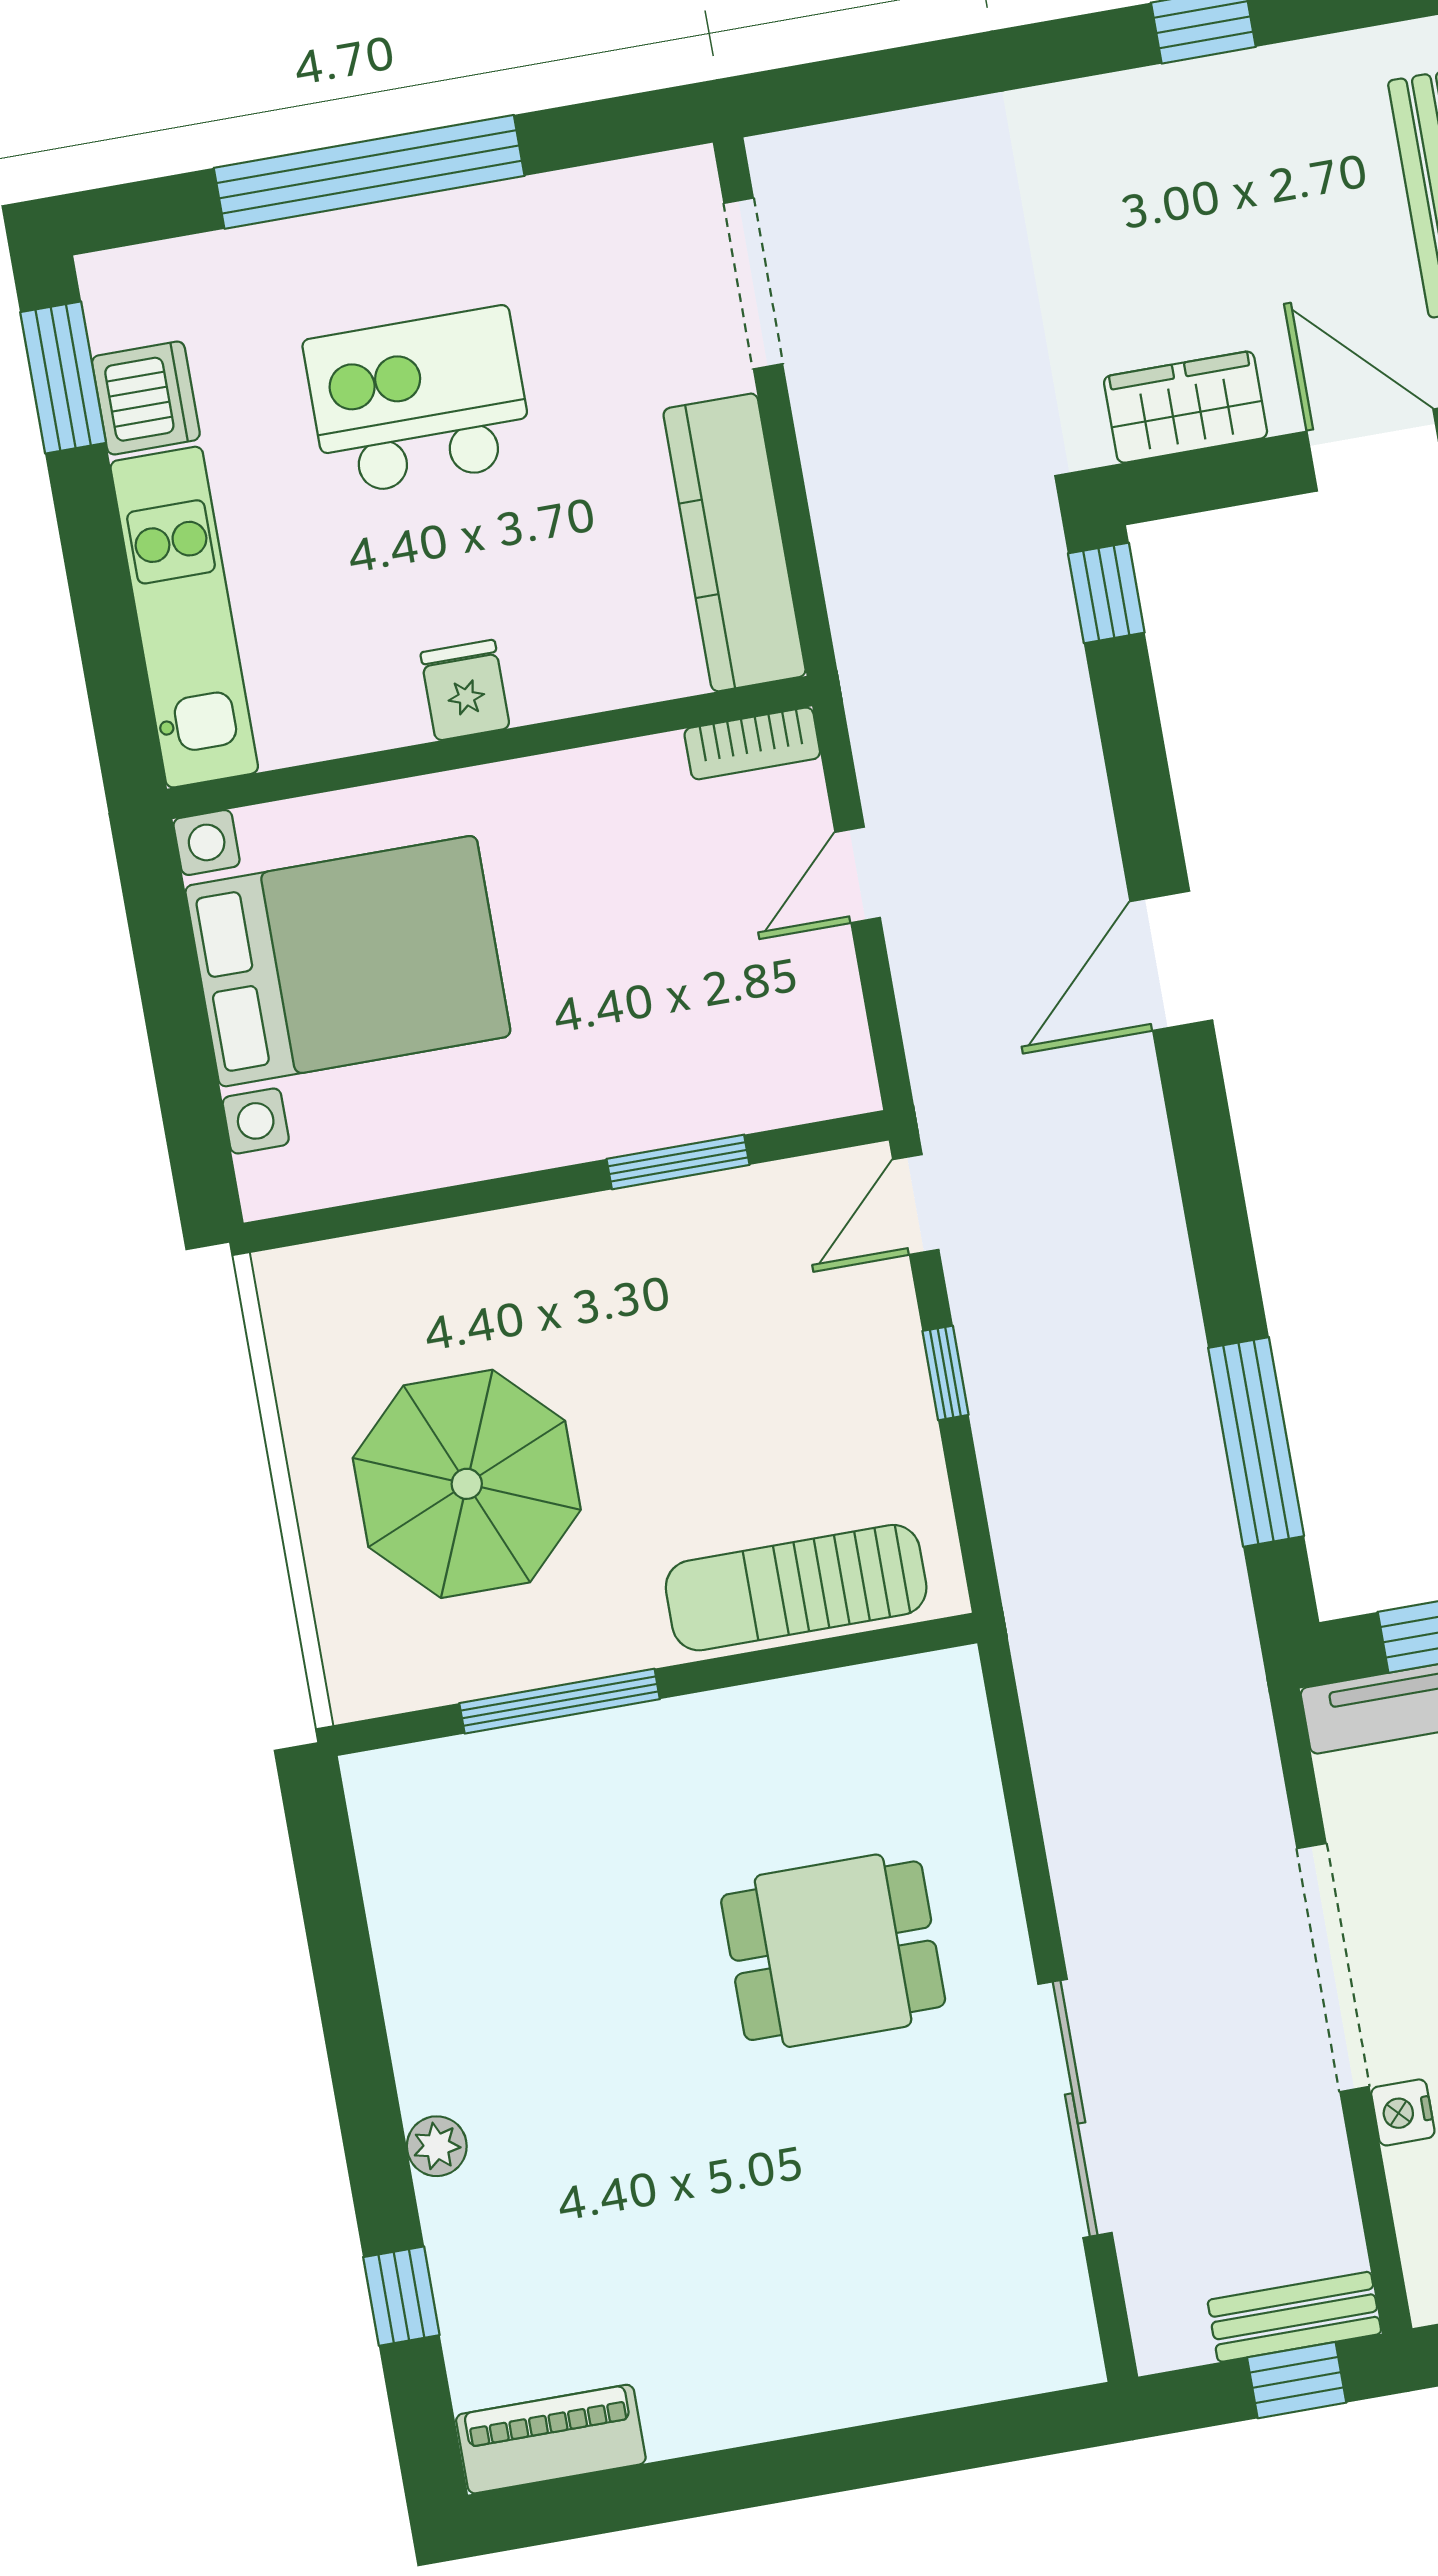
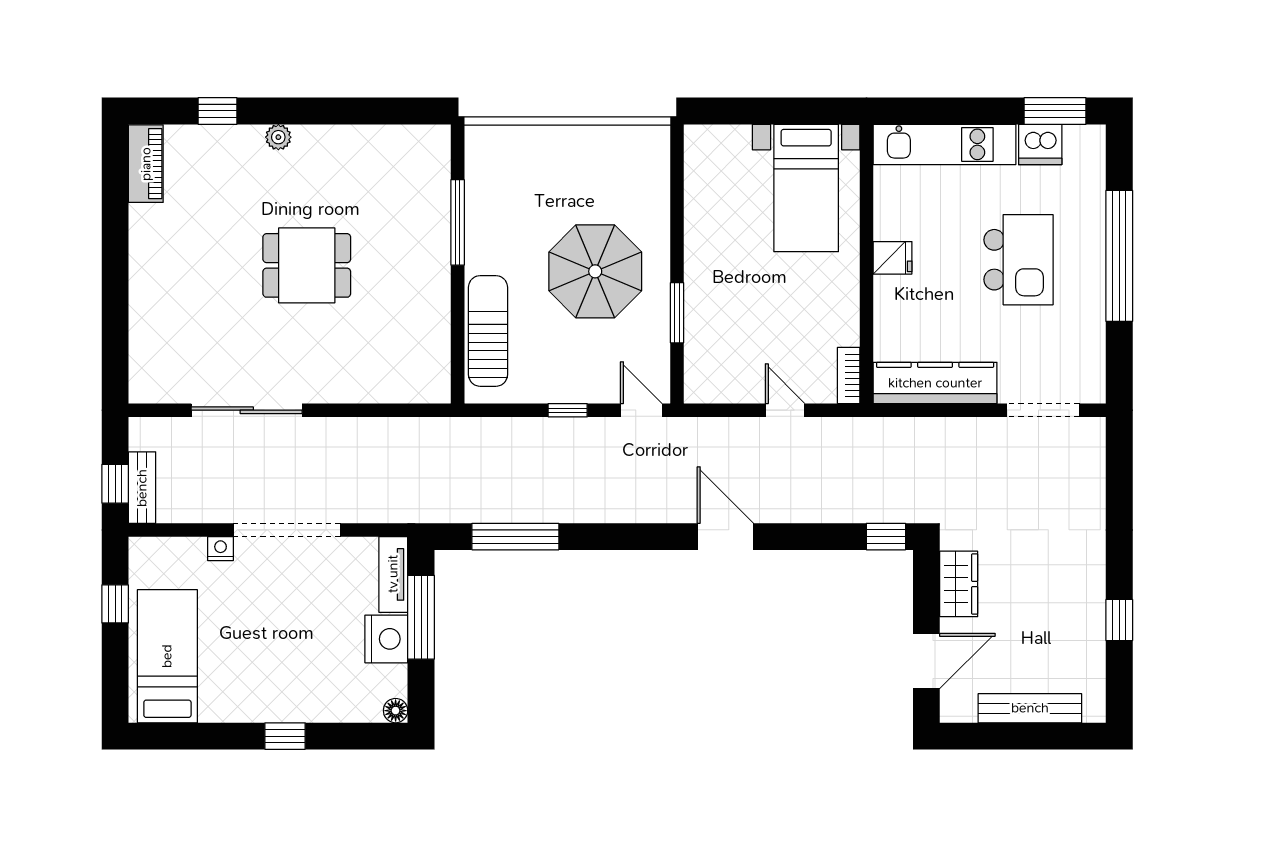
bed with nightstands: (348, 961) -> (806, 188), width x0.73
parasol: (467, 1484) -> (595, 271), moved
dining table: (833, 1951) -> (307, 265), moved, turned 90

